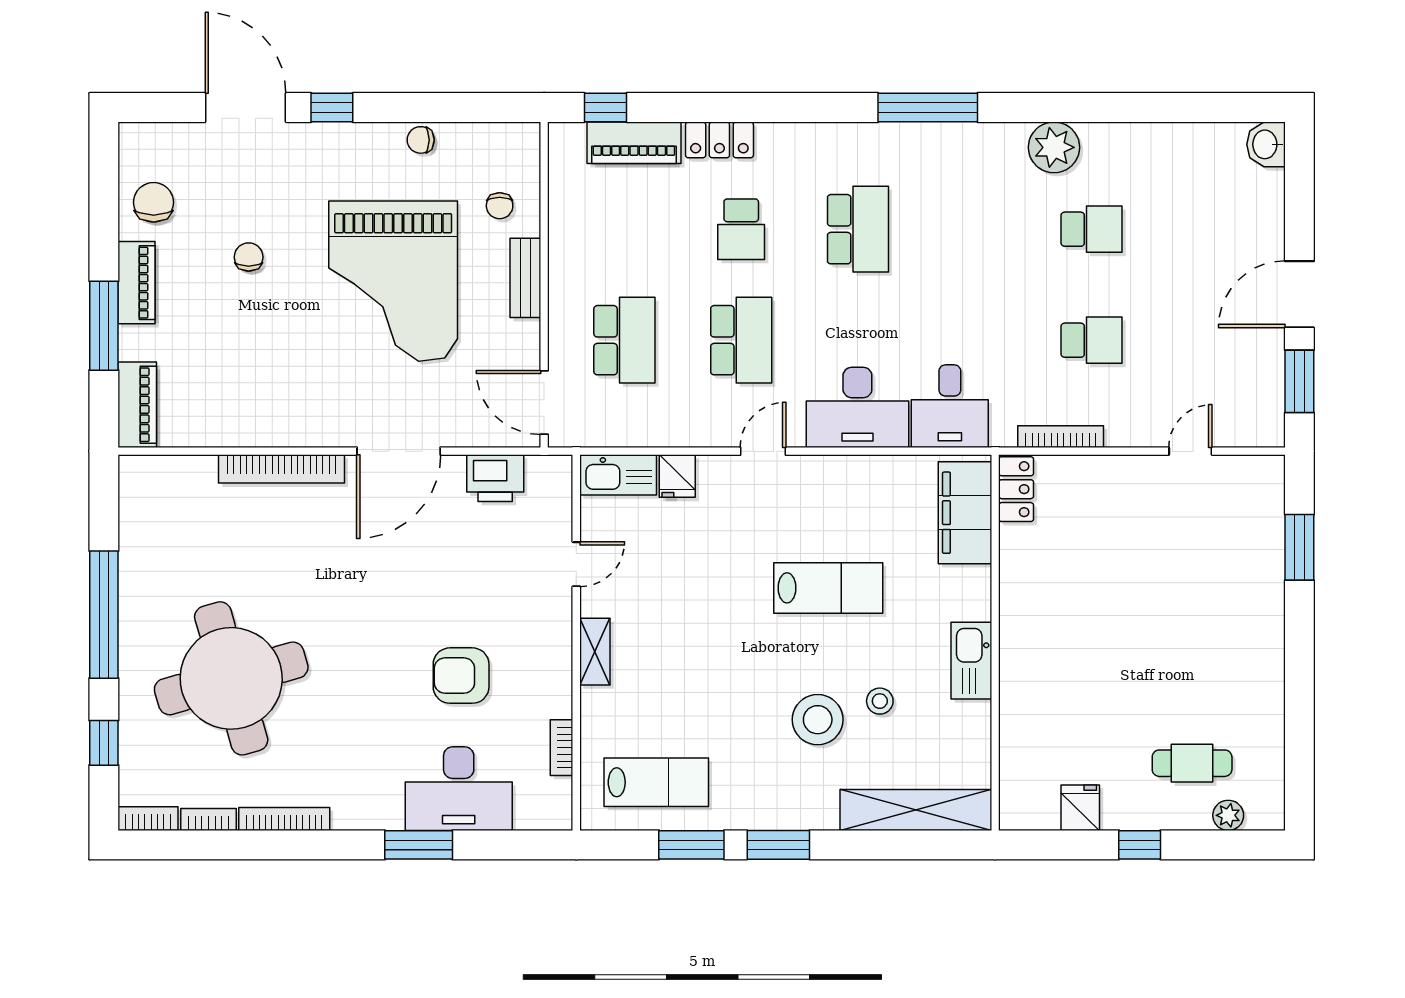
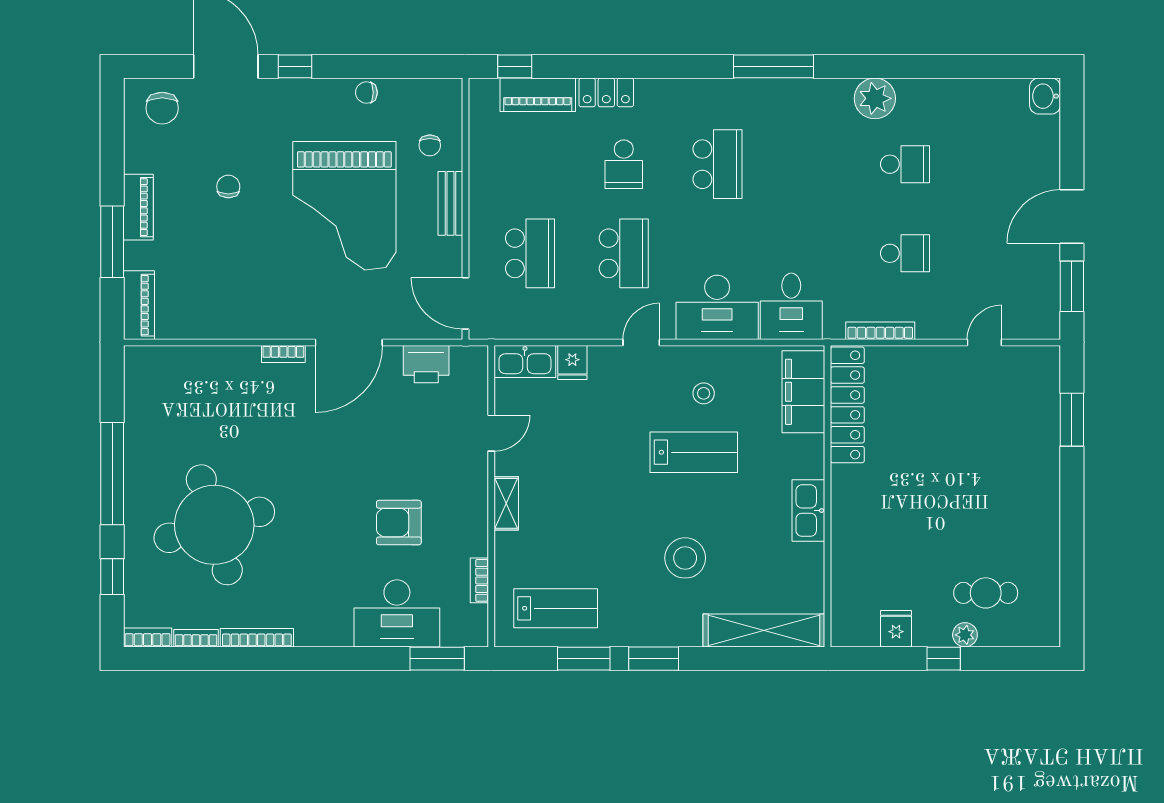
chair: (154, 202) -> (162, 108), moved, turned 180
bookcase: (282, 469) -> (283, 354), width x0.43, depth x0.76
locker: (1016, 489) -> (847, 405), width x2.16, depth x1.21
stool: (880, 701) -> (704, 393), moved
plant: (1228, 815) -> (965, 635), moved
window: (419, 845) -> (437, 659), moved

